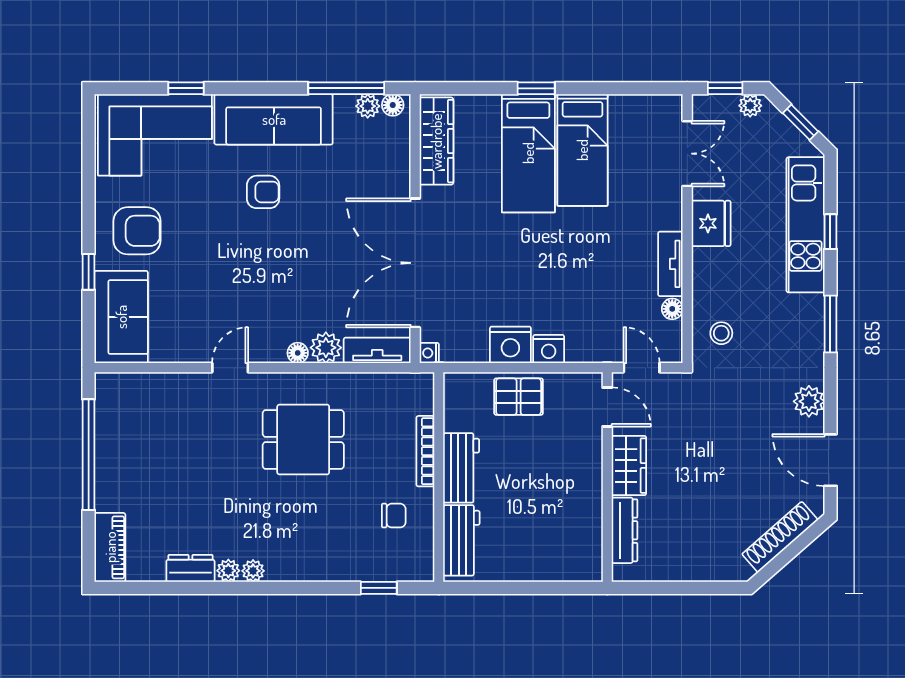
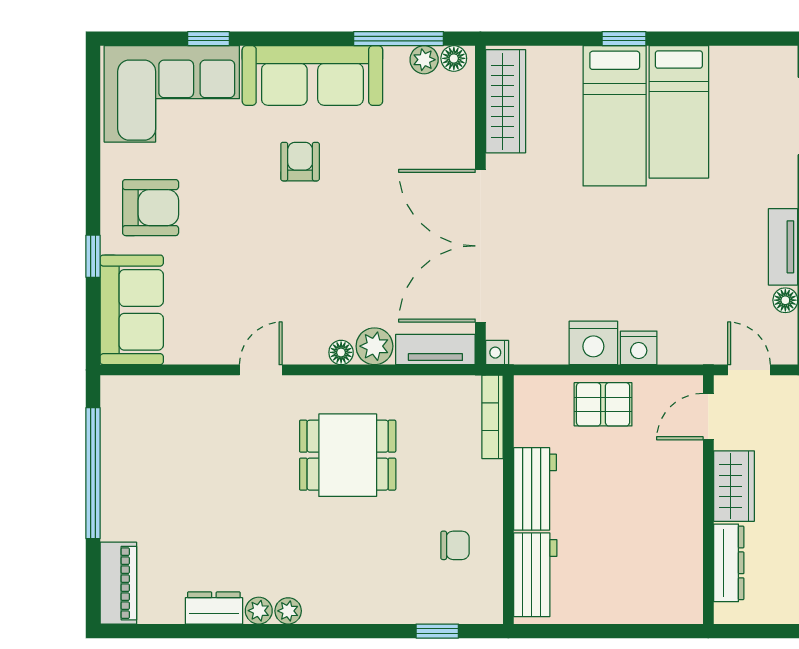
armchair: (263, 192) -> (300, 162), turned -90
door: (607, 407) -> (708, 417), swing flipped
bookcase: (425, 451) -> (492, 417), moved

